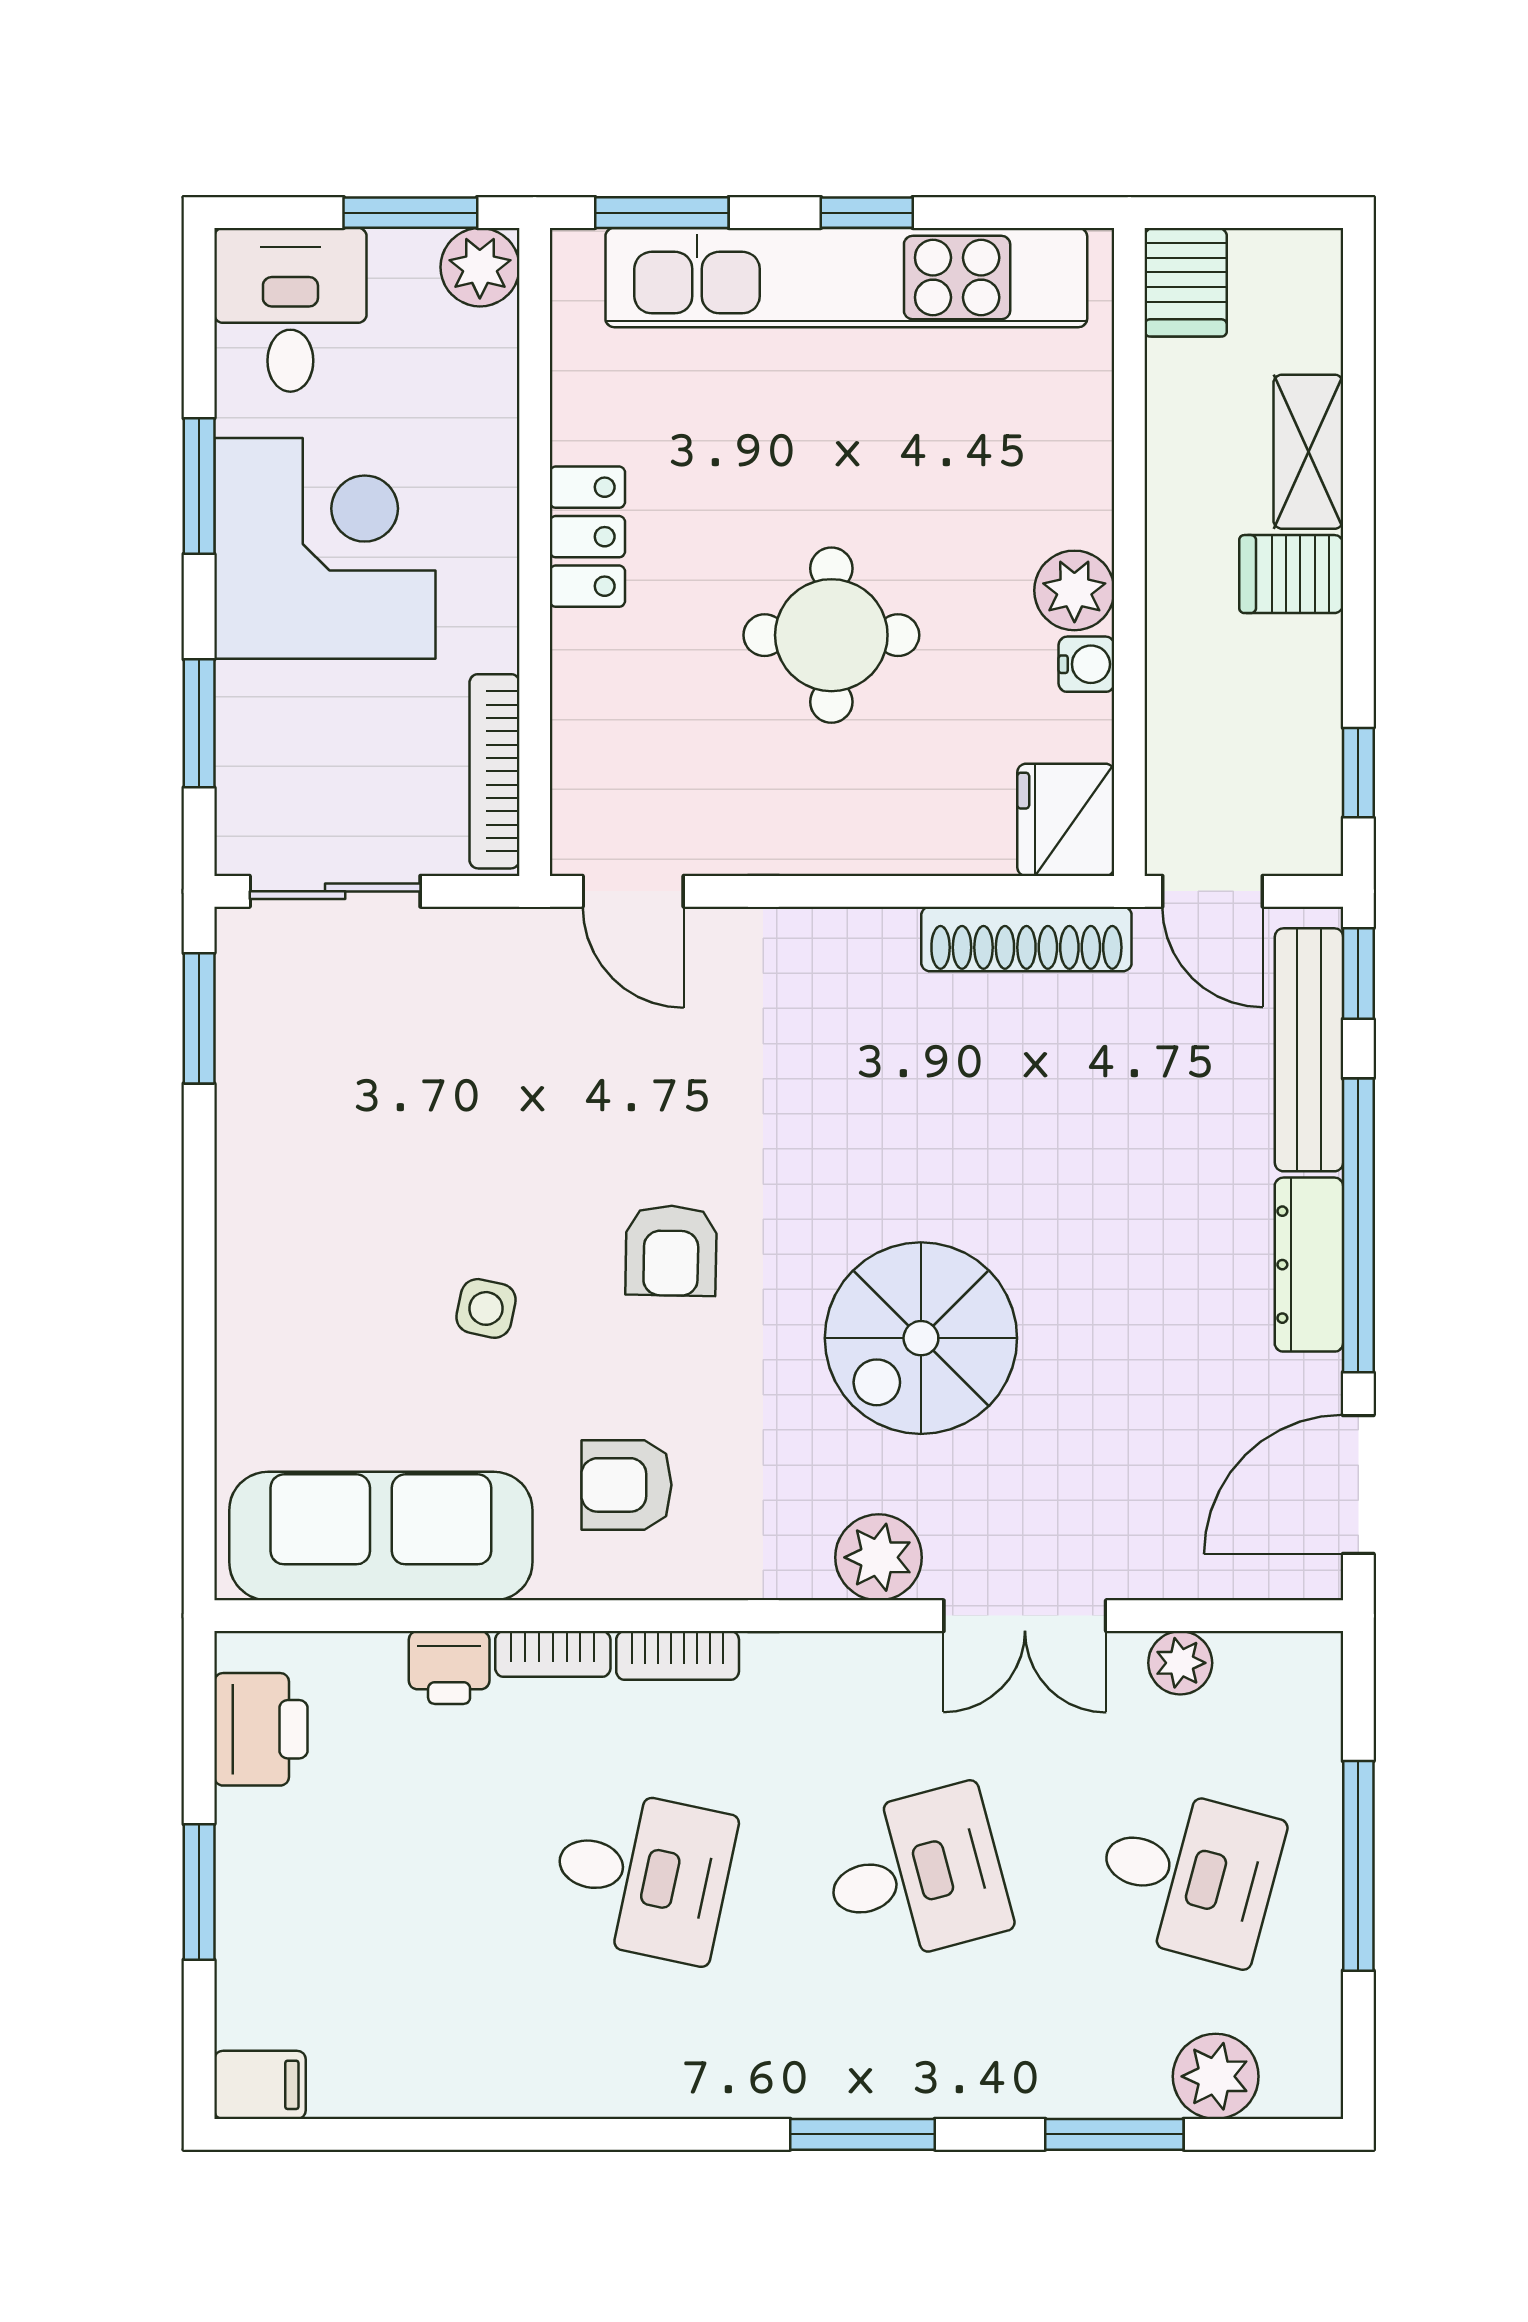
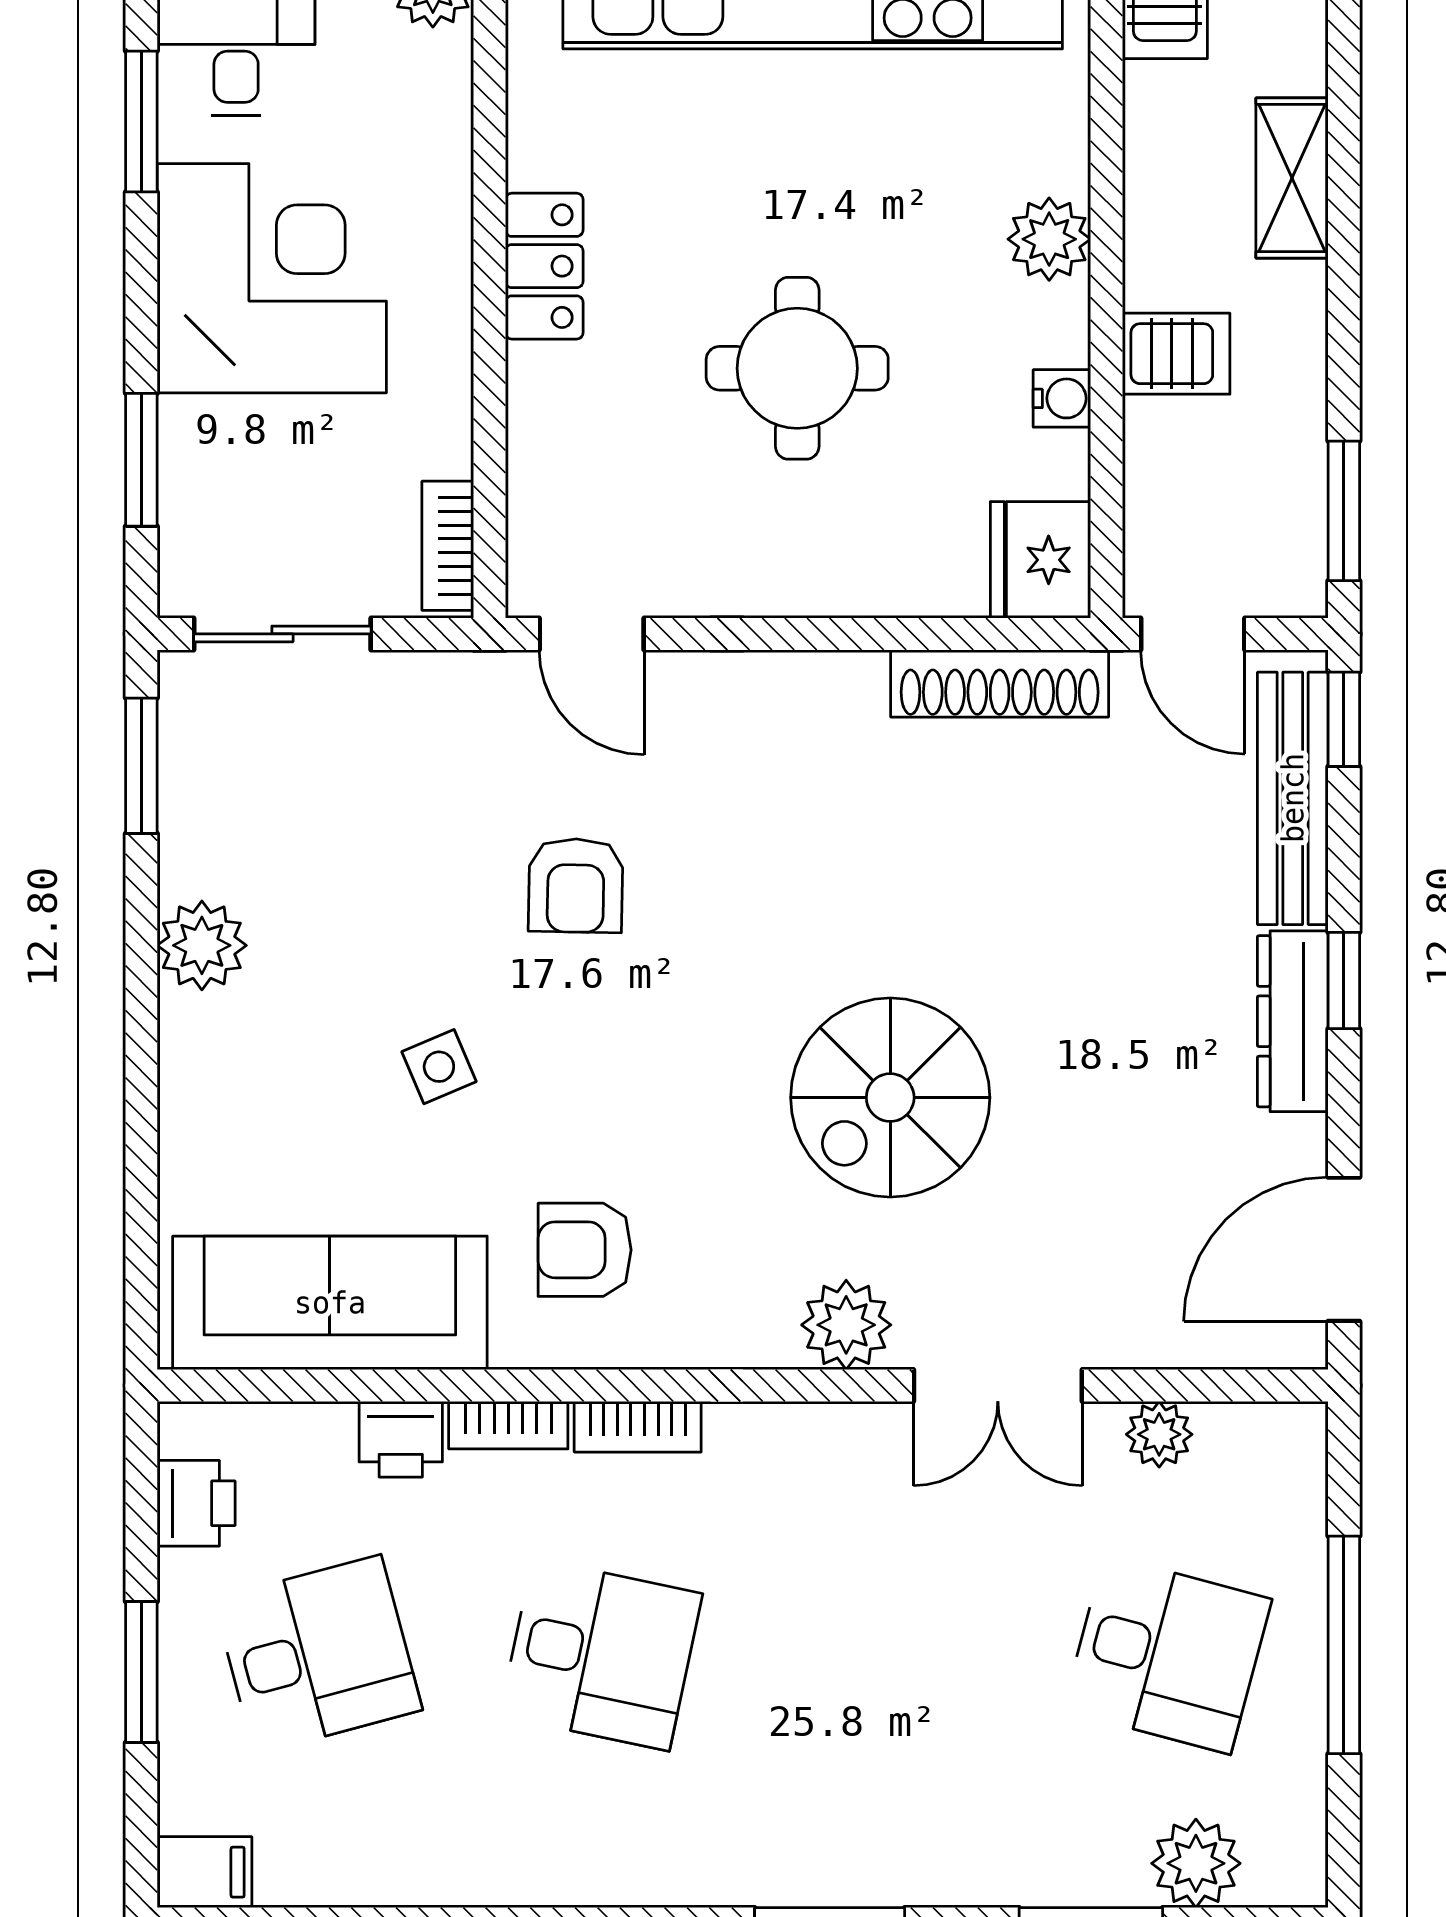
window: (199, 486) -> (141, 121), moved
server rack: (1291, 574) -> (1176, 354), moved, turned 180
plant: (1074, 590) -> (1049, 239), moved
bookcase: (494, 771) -> (448, 546), width x0.64
window: (1358, 773) -> (1344, 511), width x1.50
plant: (257, 1192) -> (202, 945), added
window: (1358, 1225) -> (1344, 980), width x0.32
armchair: (671, 1251) -> (576, 885), moved
side table: (486, 1308) -> (439, 1067), turned -35
printer: (261, 1729) -> (196, 1503), width x0.73, depth x0.81
desk: (915, 1875) -> (318, 1654), moved

